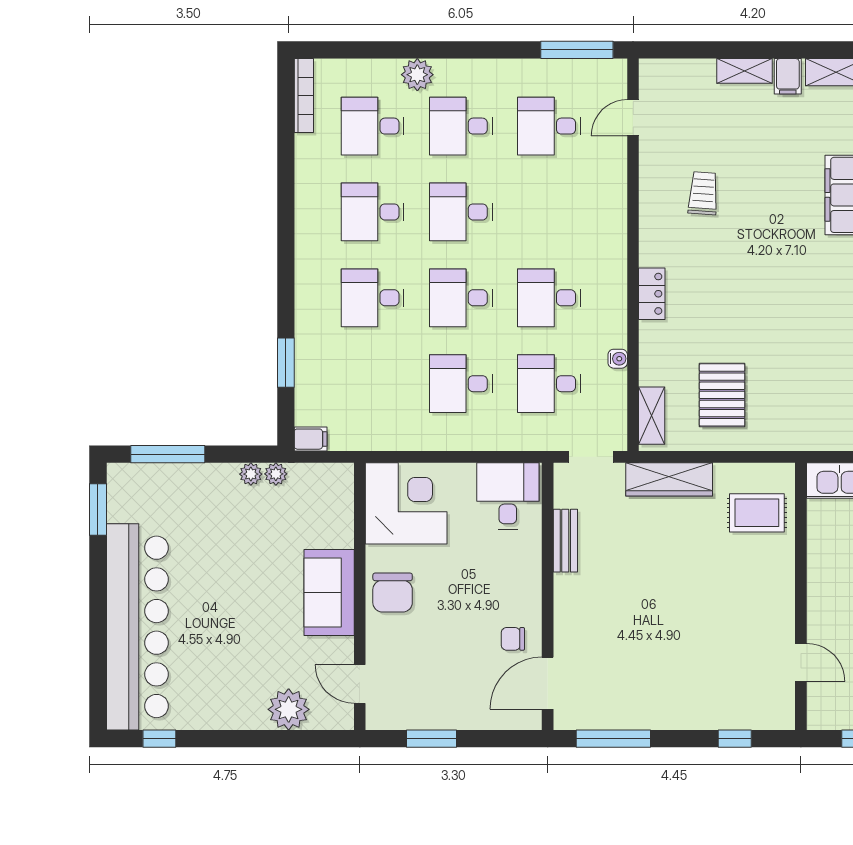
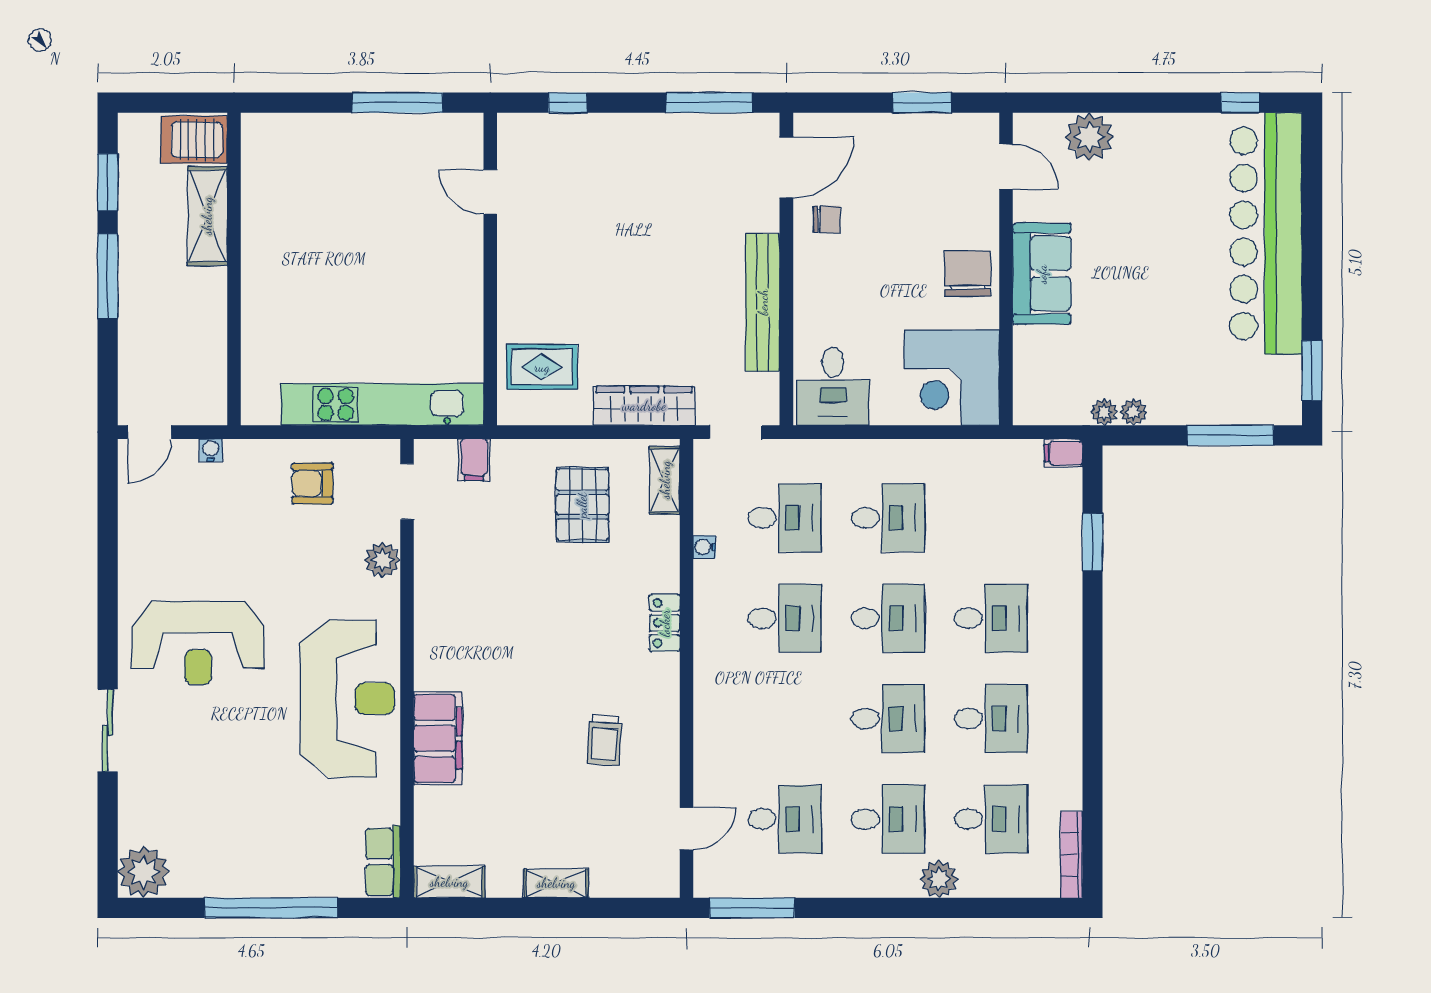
filing cabinet: (788, 76) -> (474, 460), moved, turned 180
bench: (565, 541) -> (763, 302), width x1.86, depth x1.21

